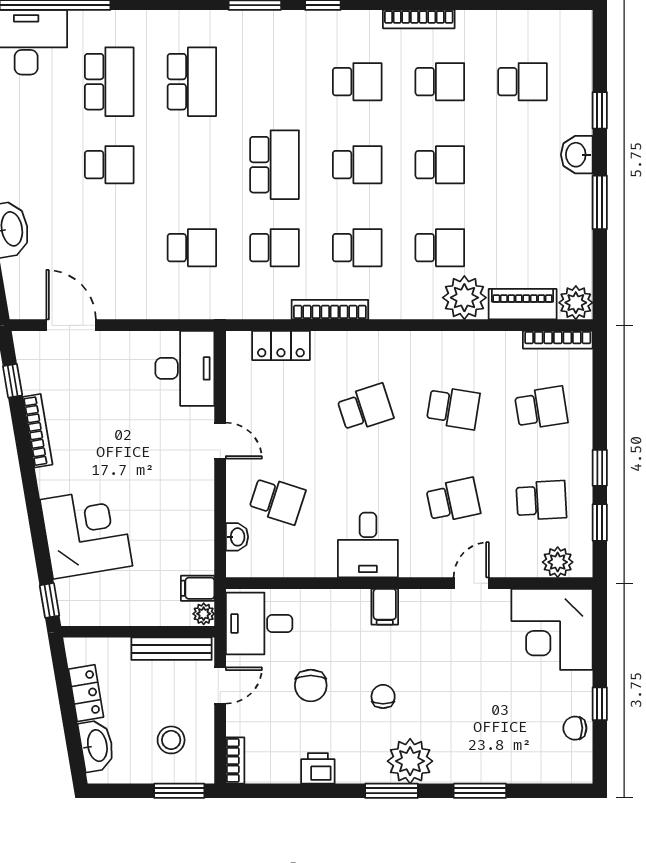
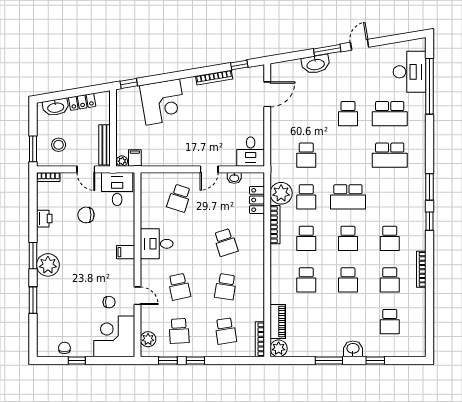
plant: (464, 298) -> (281, 193), moved
desk: (185, 368) -> (251, 152), width x0.73
washbasin: (237, 537) -> (234, 178), moved
chair: (383, 696) -> (109, 302), moved

